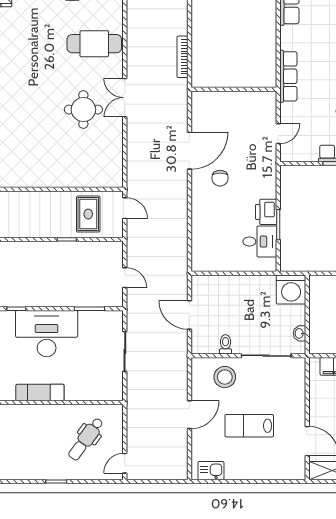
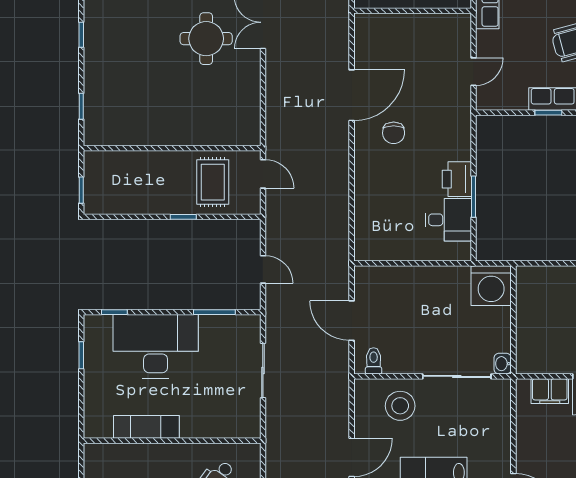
washbasin: (299, 333) -> (503, 364), moved
toilet: (226, 344) -> (374, 361), moved

